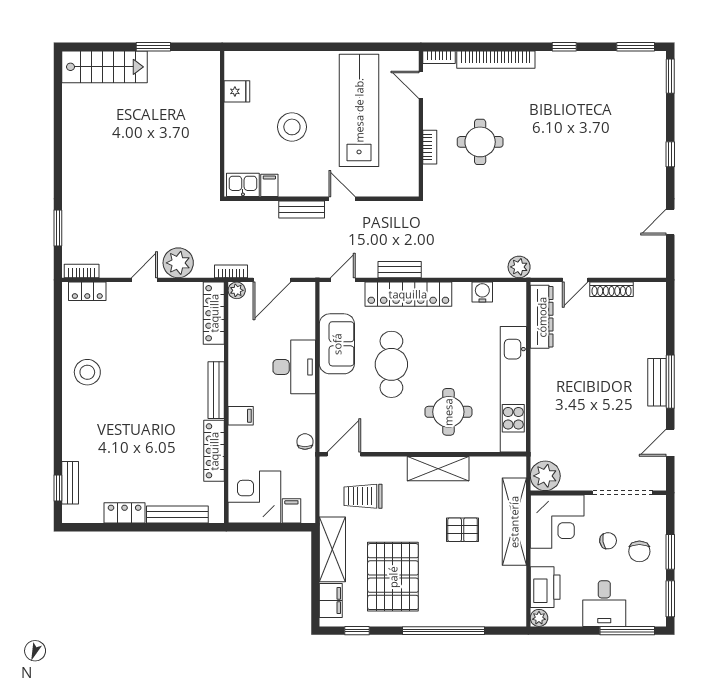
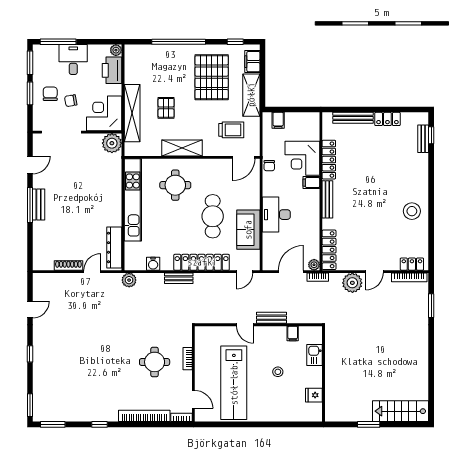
stool: (292, 127) -> (278, 372), width x0.53, depth x0.53
kitchen sink: (243, 185) -> (314, 355), moved, turned 90
bench: (400, 270) -> (179, 278), moved
bookcase: (82, 271) -> (409, 277), width x1.56
corner desk: (254, 497) -> (302, 158), moved, turned 90
pallet: (463, 530) -> (166, 108), turned 90

